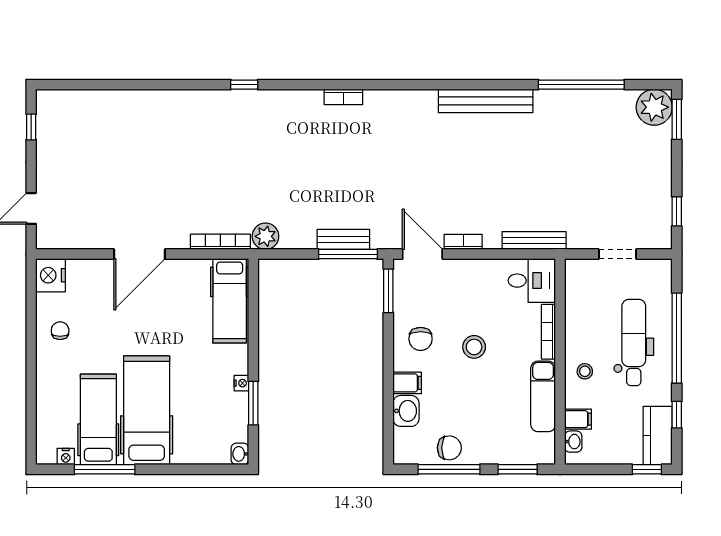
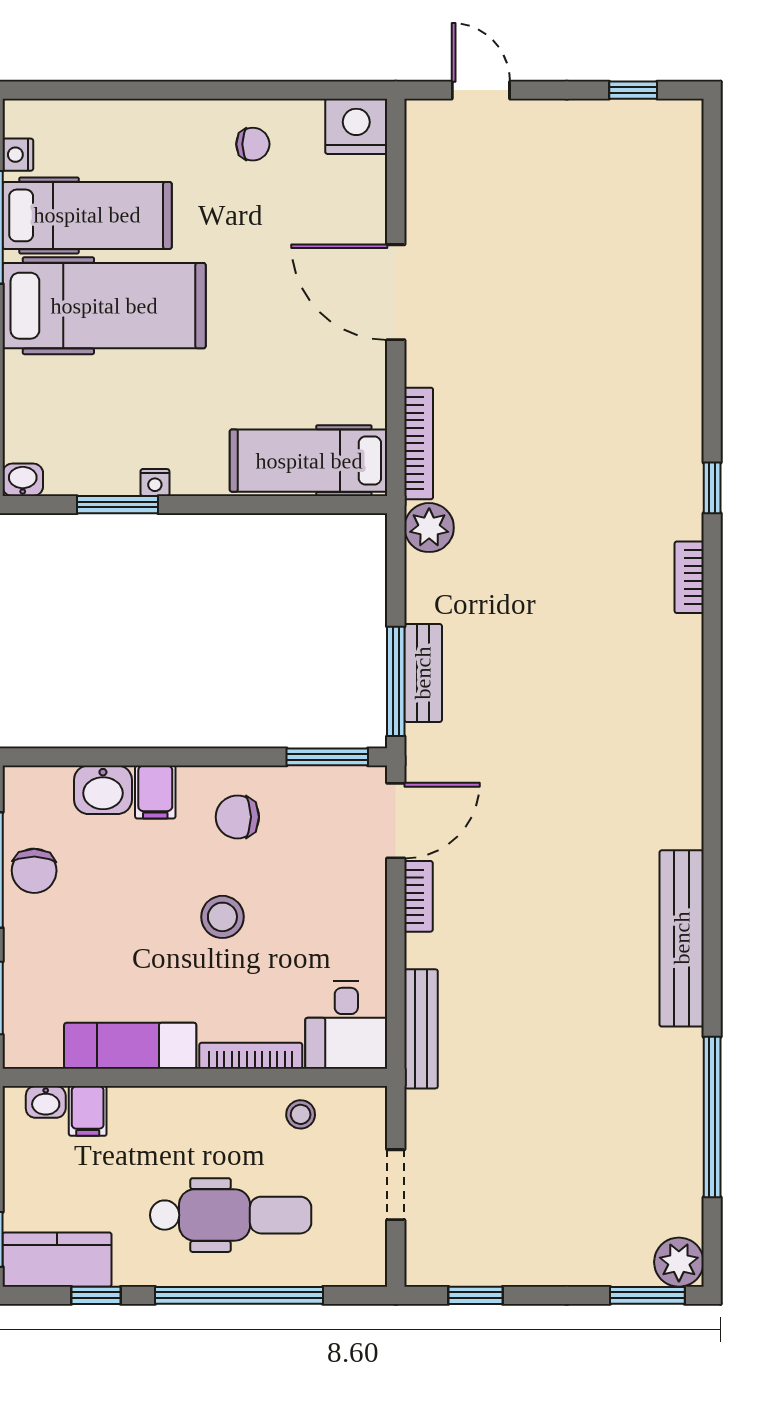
bookcase: (343, 97) -> (689, 577), moved
plant: (654, 107) -> (679, 1262), width x0.73, depth x0.73
stool: (585, 371) -> (301, 1114), moved

